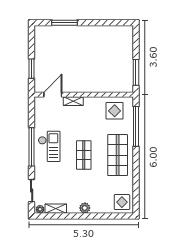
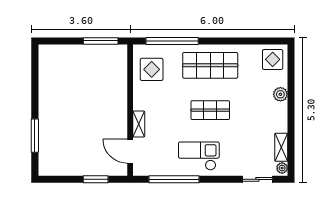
window: (32, 147) -> (174, 179), moved
plant: (85, 208) -> (280, 94), moved

